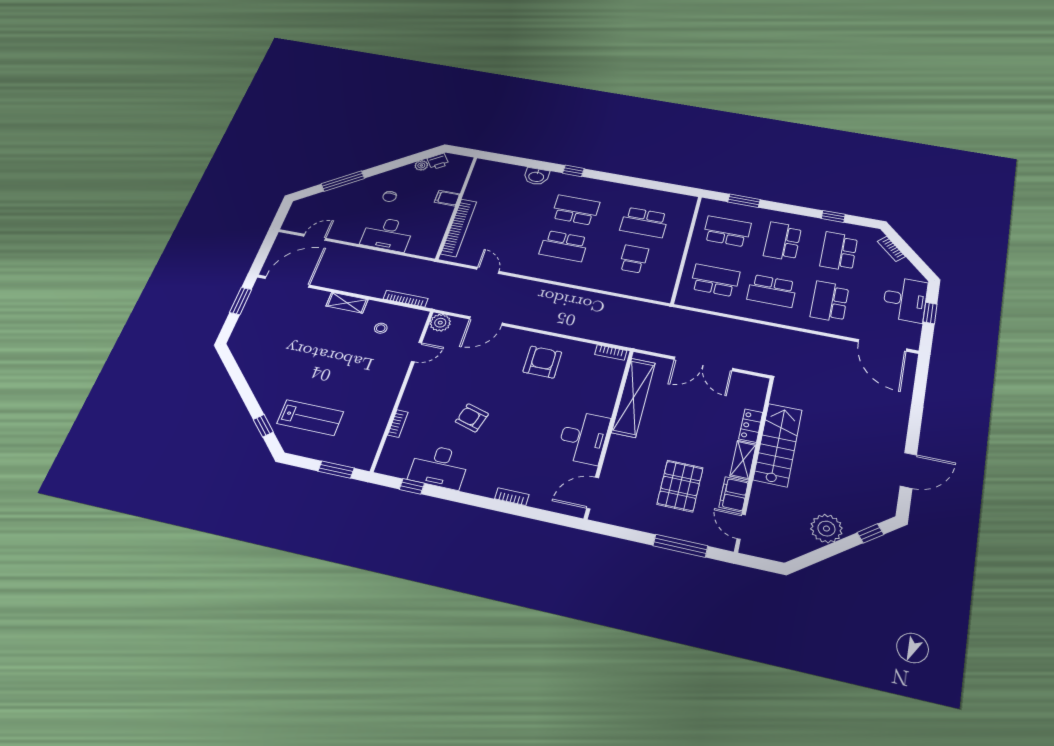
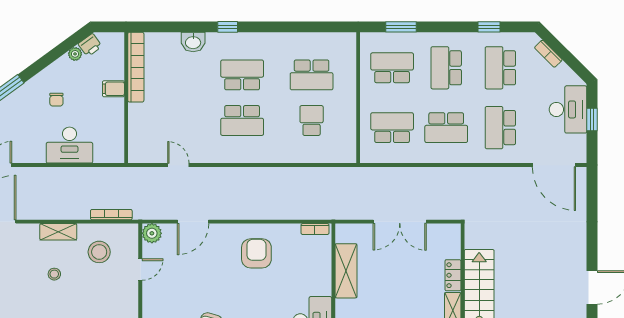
bookcase: (459, 228) -> (136, 67), moved
stool: (381, 328) -> (99, 252), width x1.89, depth x1.89
stool: (328, 338) -> (54, 274), added
shelving: (633, 397) -> (346, 271), width x0.68

